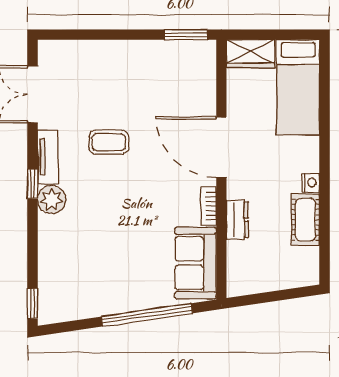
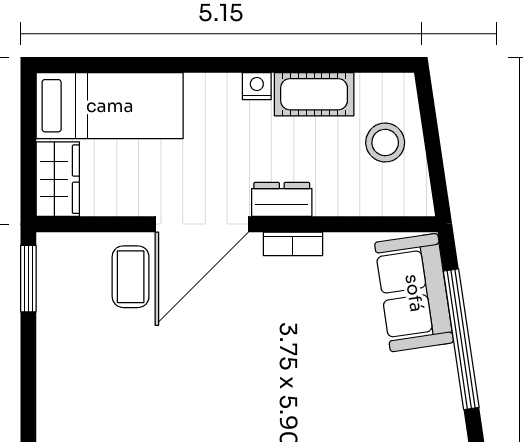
coffee table: (109, 142) -> (131, 277), moved
dresser: (237, 220) -> (282, 199), moved
sofa: (196, 263) -> (414, 293), moved, turned 82
stool: (274, 266) -> (385, 142), added

